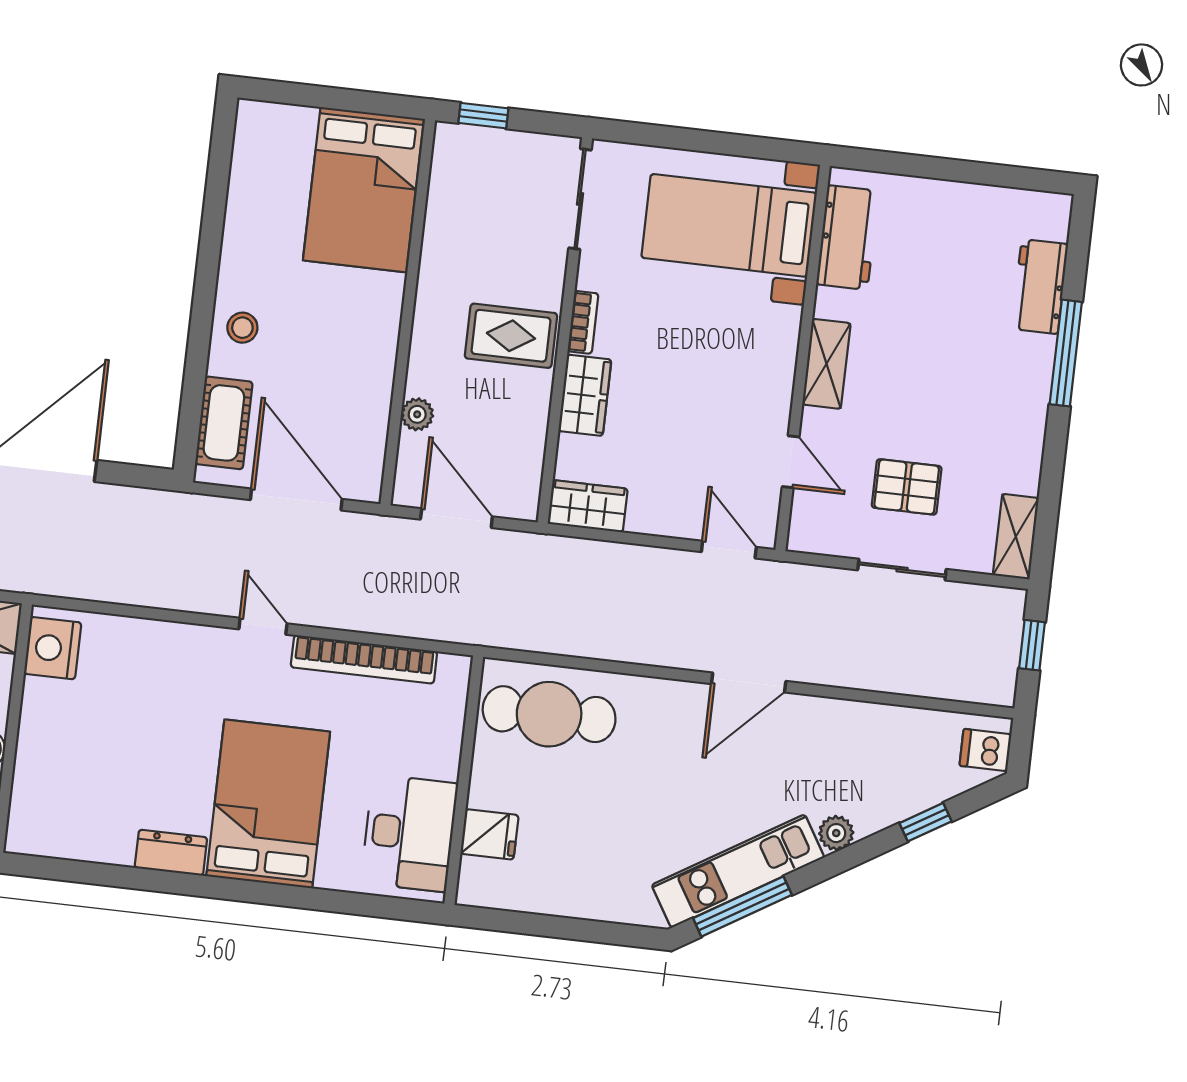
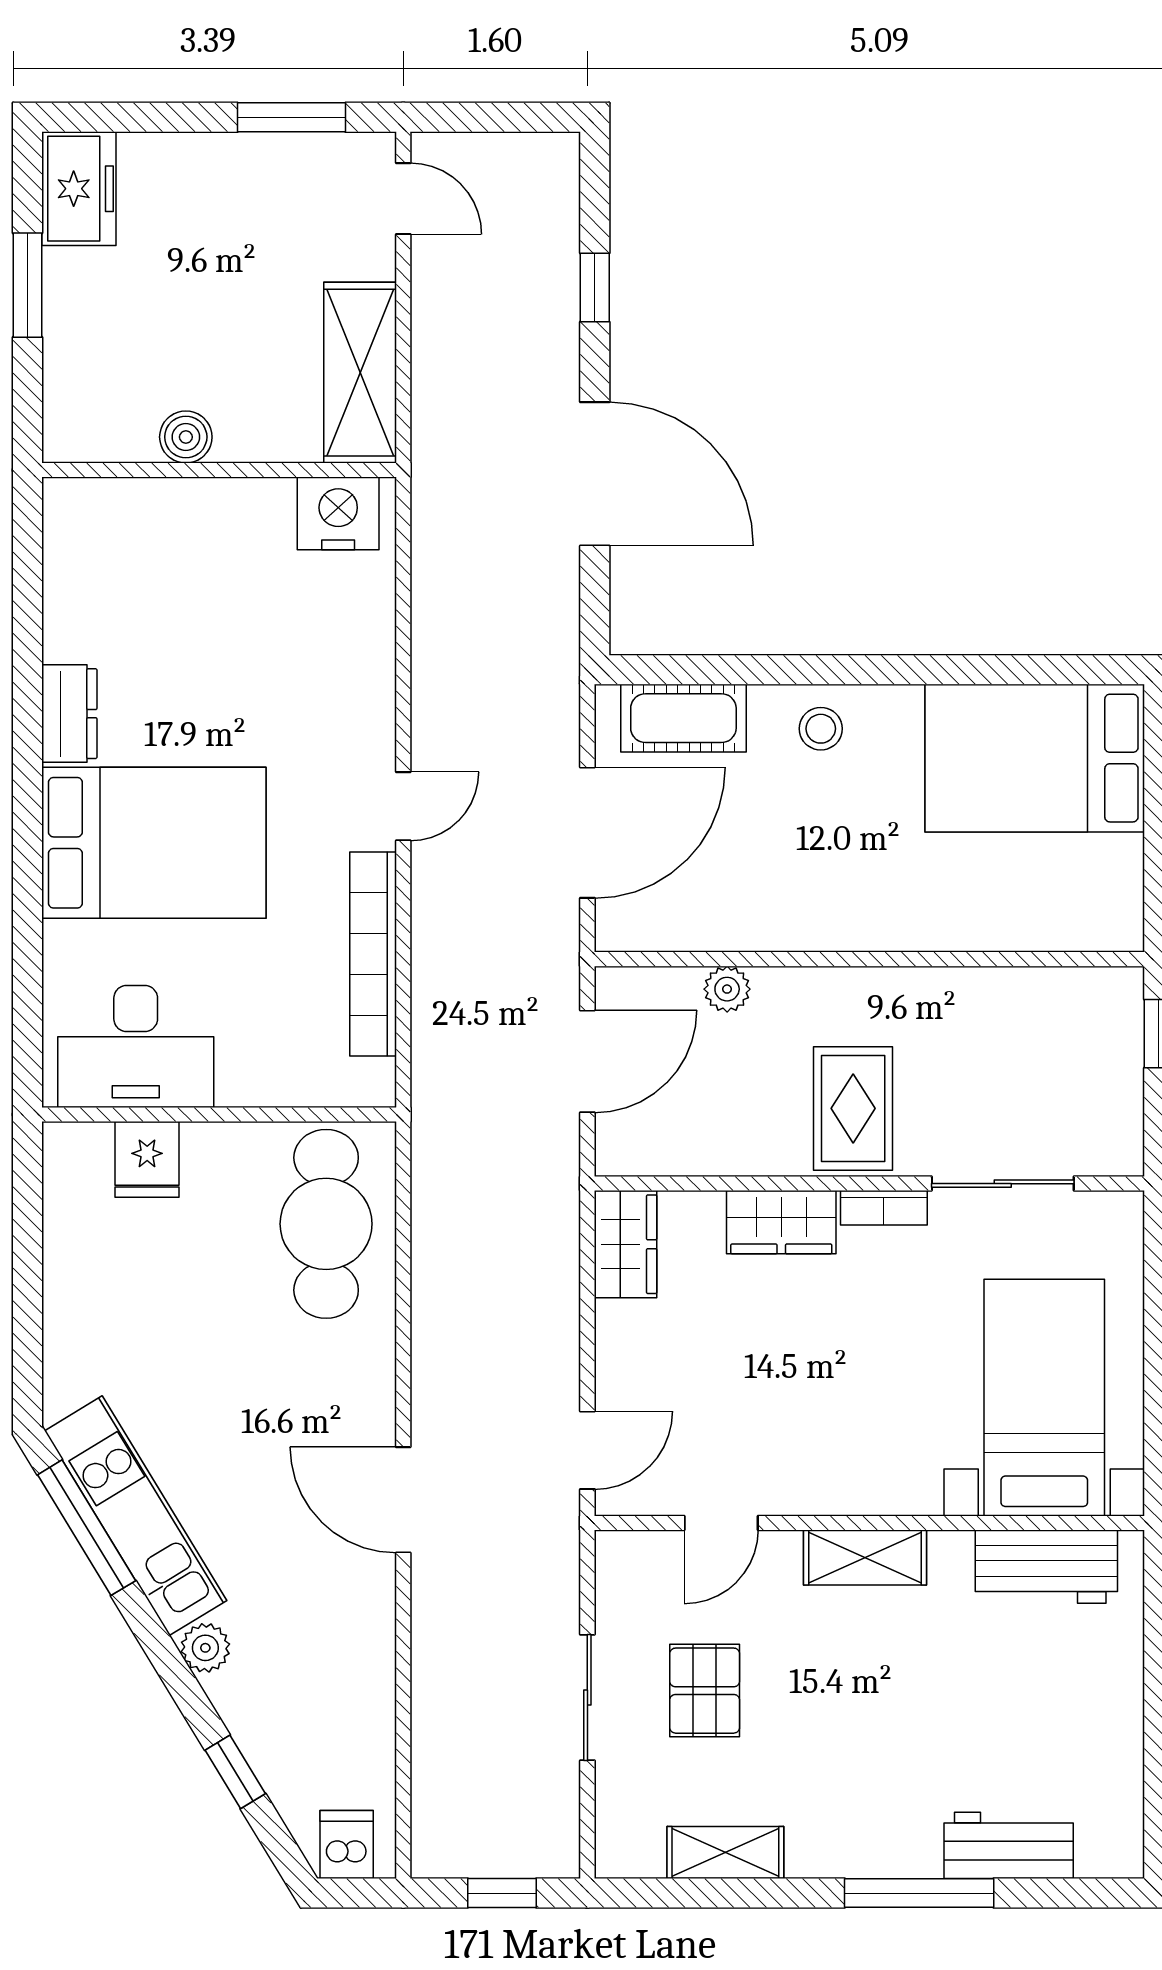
bed: (363, 190) -> (1035, 758), moved
sliding door: (580, 199) -> (1003, 1184), moved
shelving: (1016, 537) -> (725, 1853), moved

